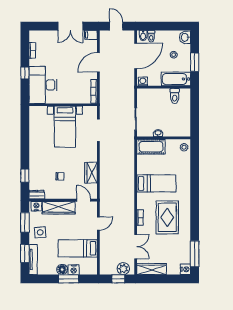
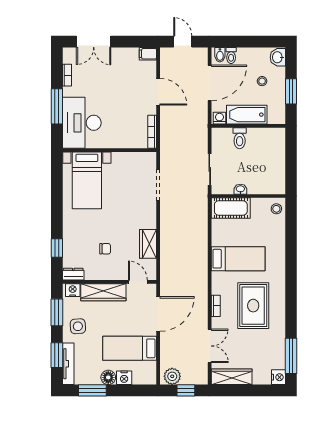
double door: (70, 26) -> (94, 42), moved
door: (98, 62) -> (158, 92), swing flipped
window: (25, 73) -> (57, 106), width x2.17
bathtub: (176, 79) -> (247, 115), moved
toilet: (175, 96) -> (240, 138), moved
bed with nightstands: (65, 127) -> (87, 180), moved
door: (98, 223) -> (158, 314), width x1.87
plant: (123, 269) -> (172, 376), moved
window: (69, 279) -> (92, 390), moved

